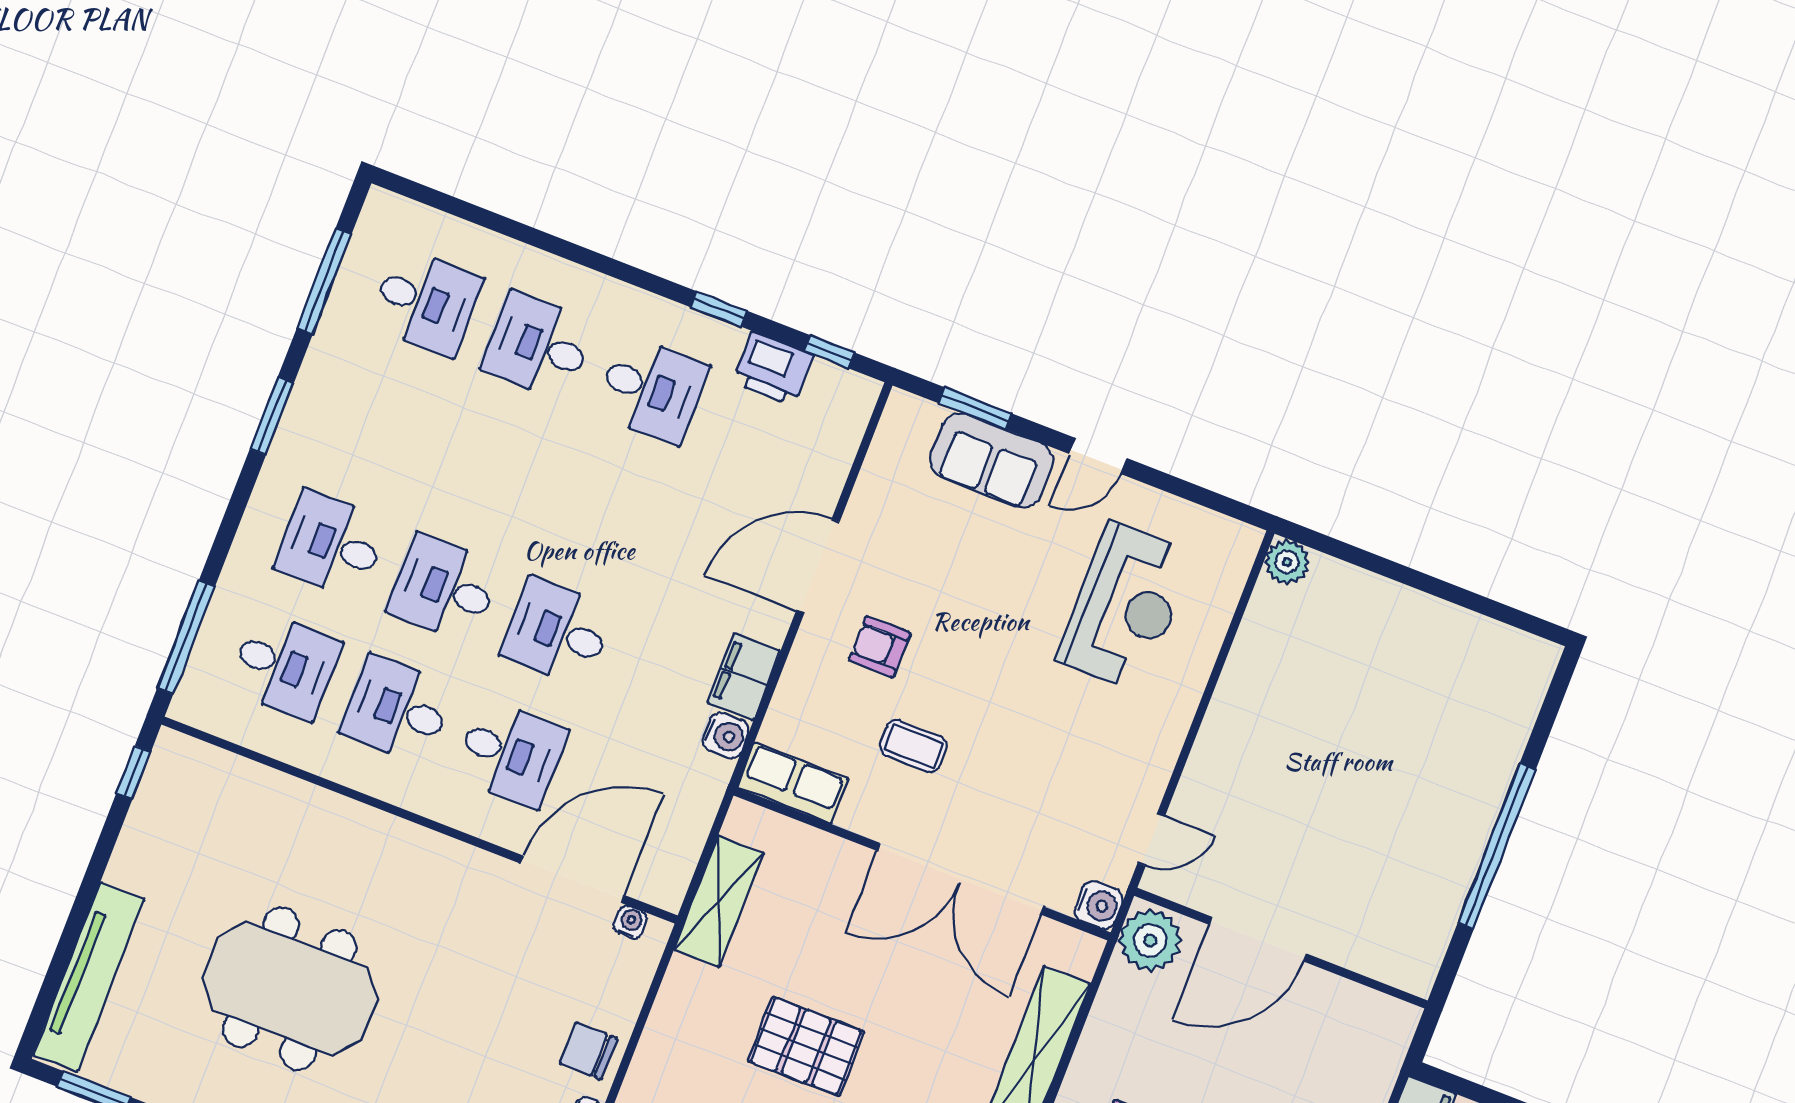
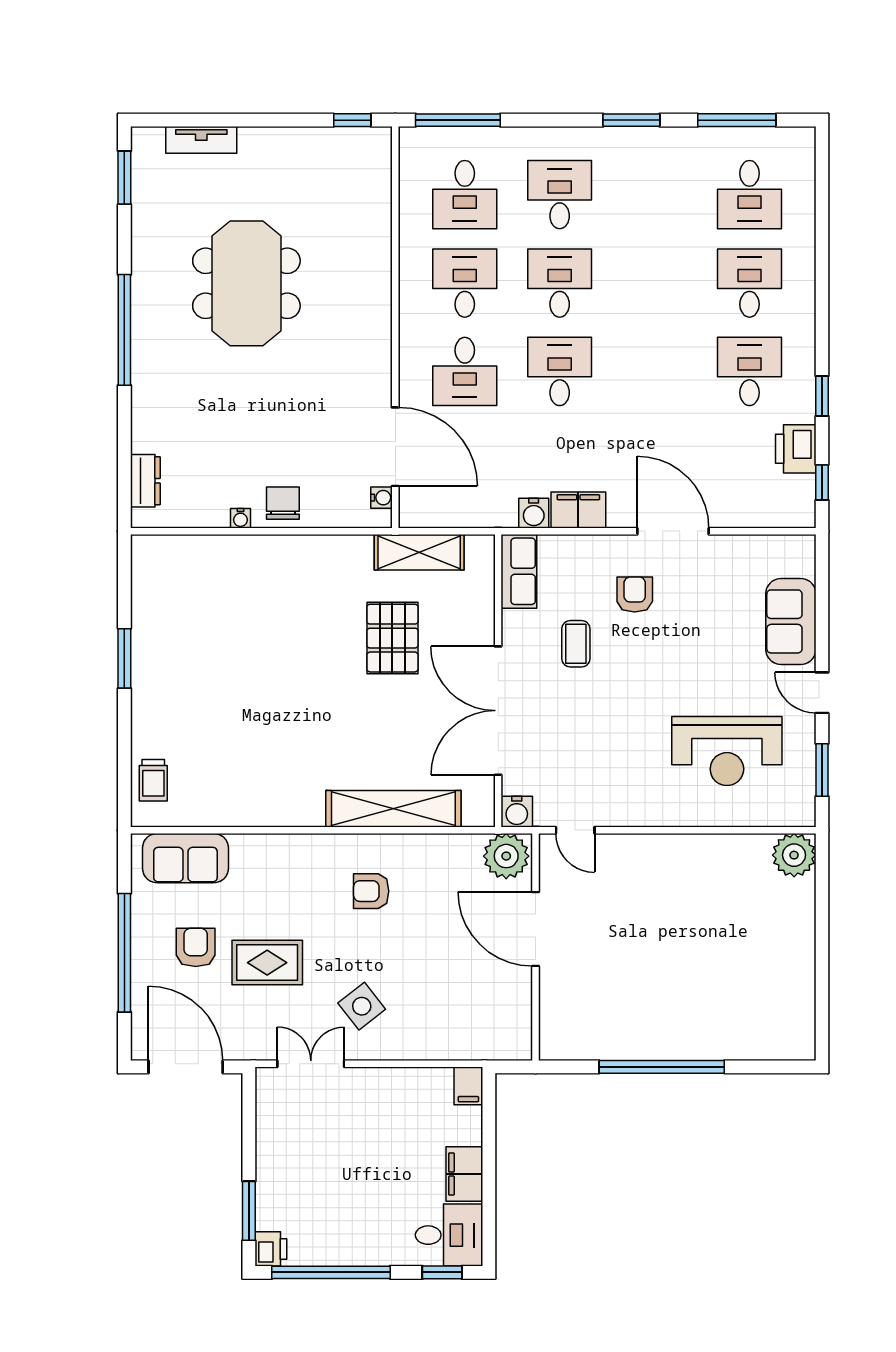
desk: (652, 389) -> (750, 371), turned 180
window: (975, 408) -> (822, 770), moved
plant: (1287, 562) -> (794, 855), width x1.36, depth x1.36
tv unit: (89, 977) -> (201, 140), width x0.52, depth x0.78
pallet: (806, 1046) -> (392, 638), moved

